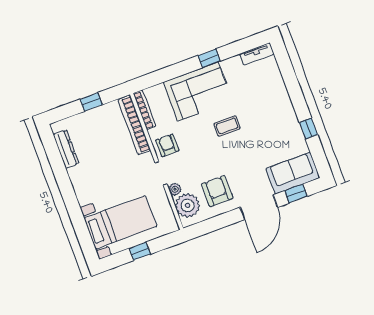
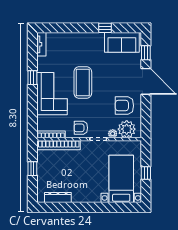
coffee table: (227, 126) -> (83, 82), width x1.86, depth x1.72
sofa: (293, 173) -> (122, 42), moved, turned -90

